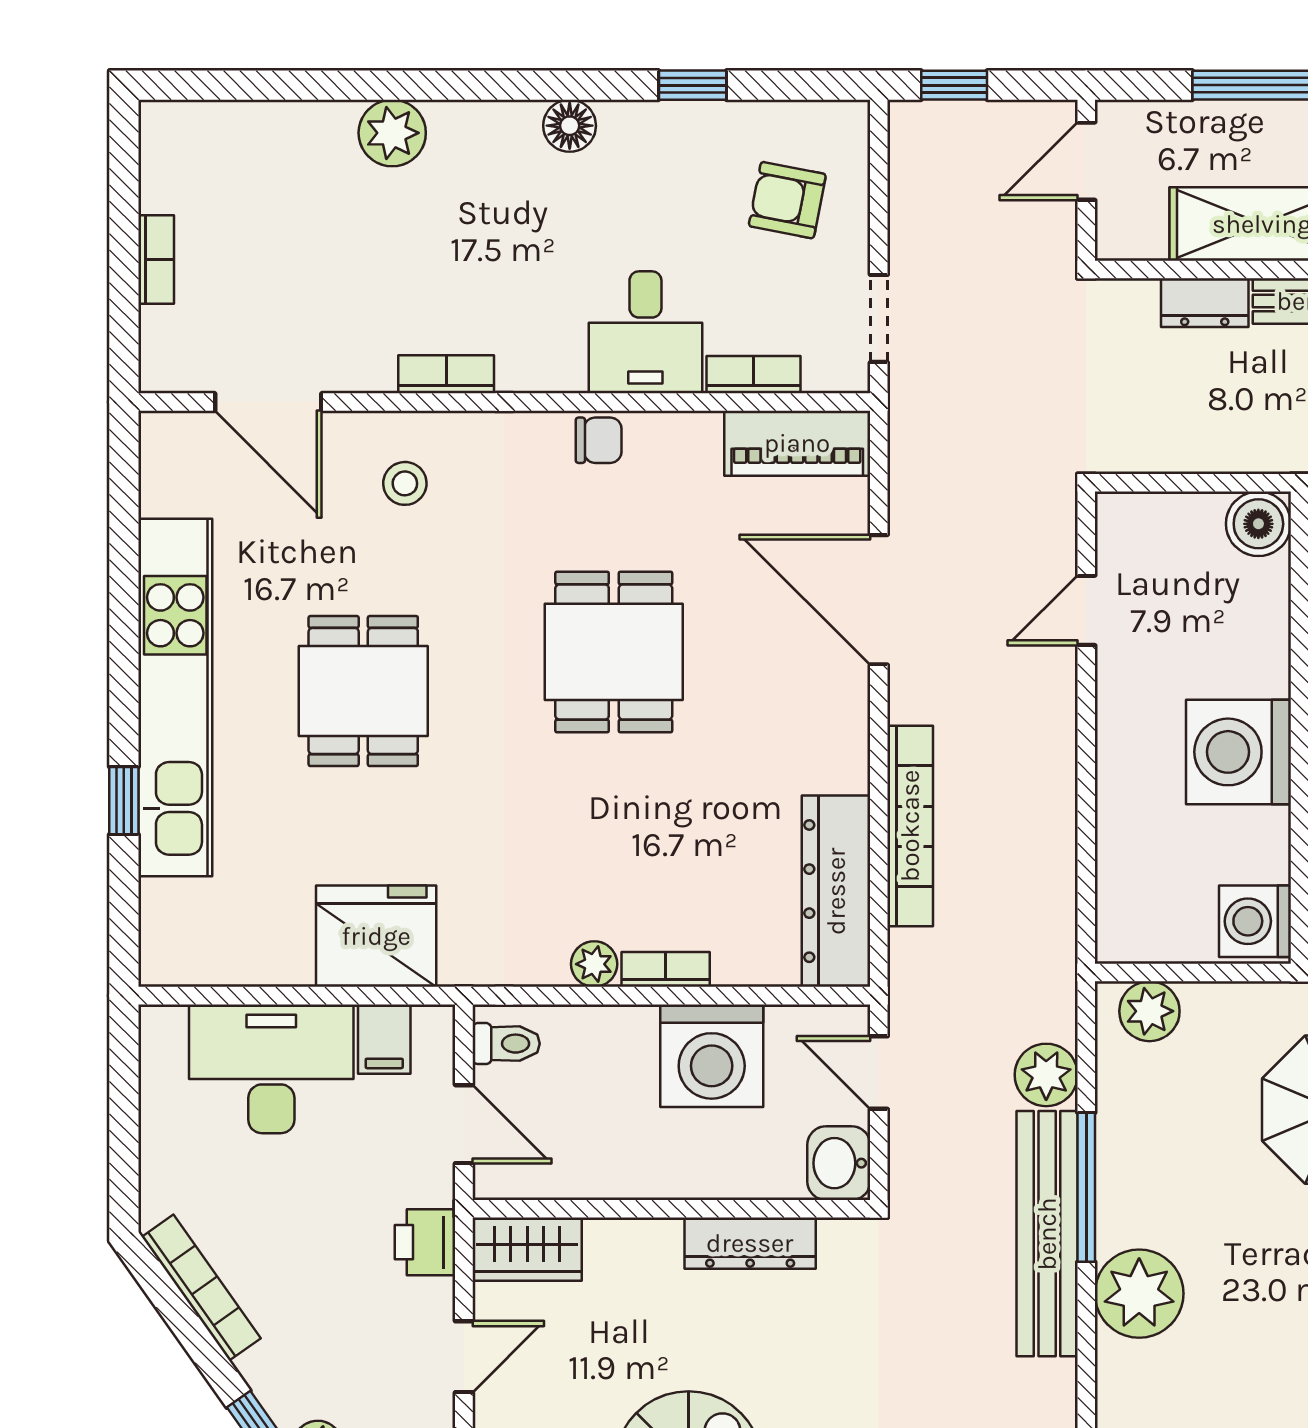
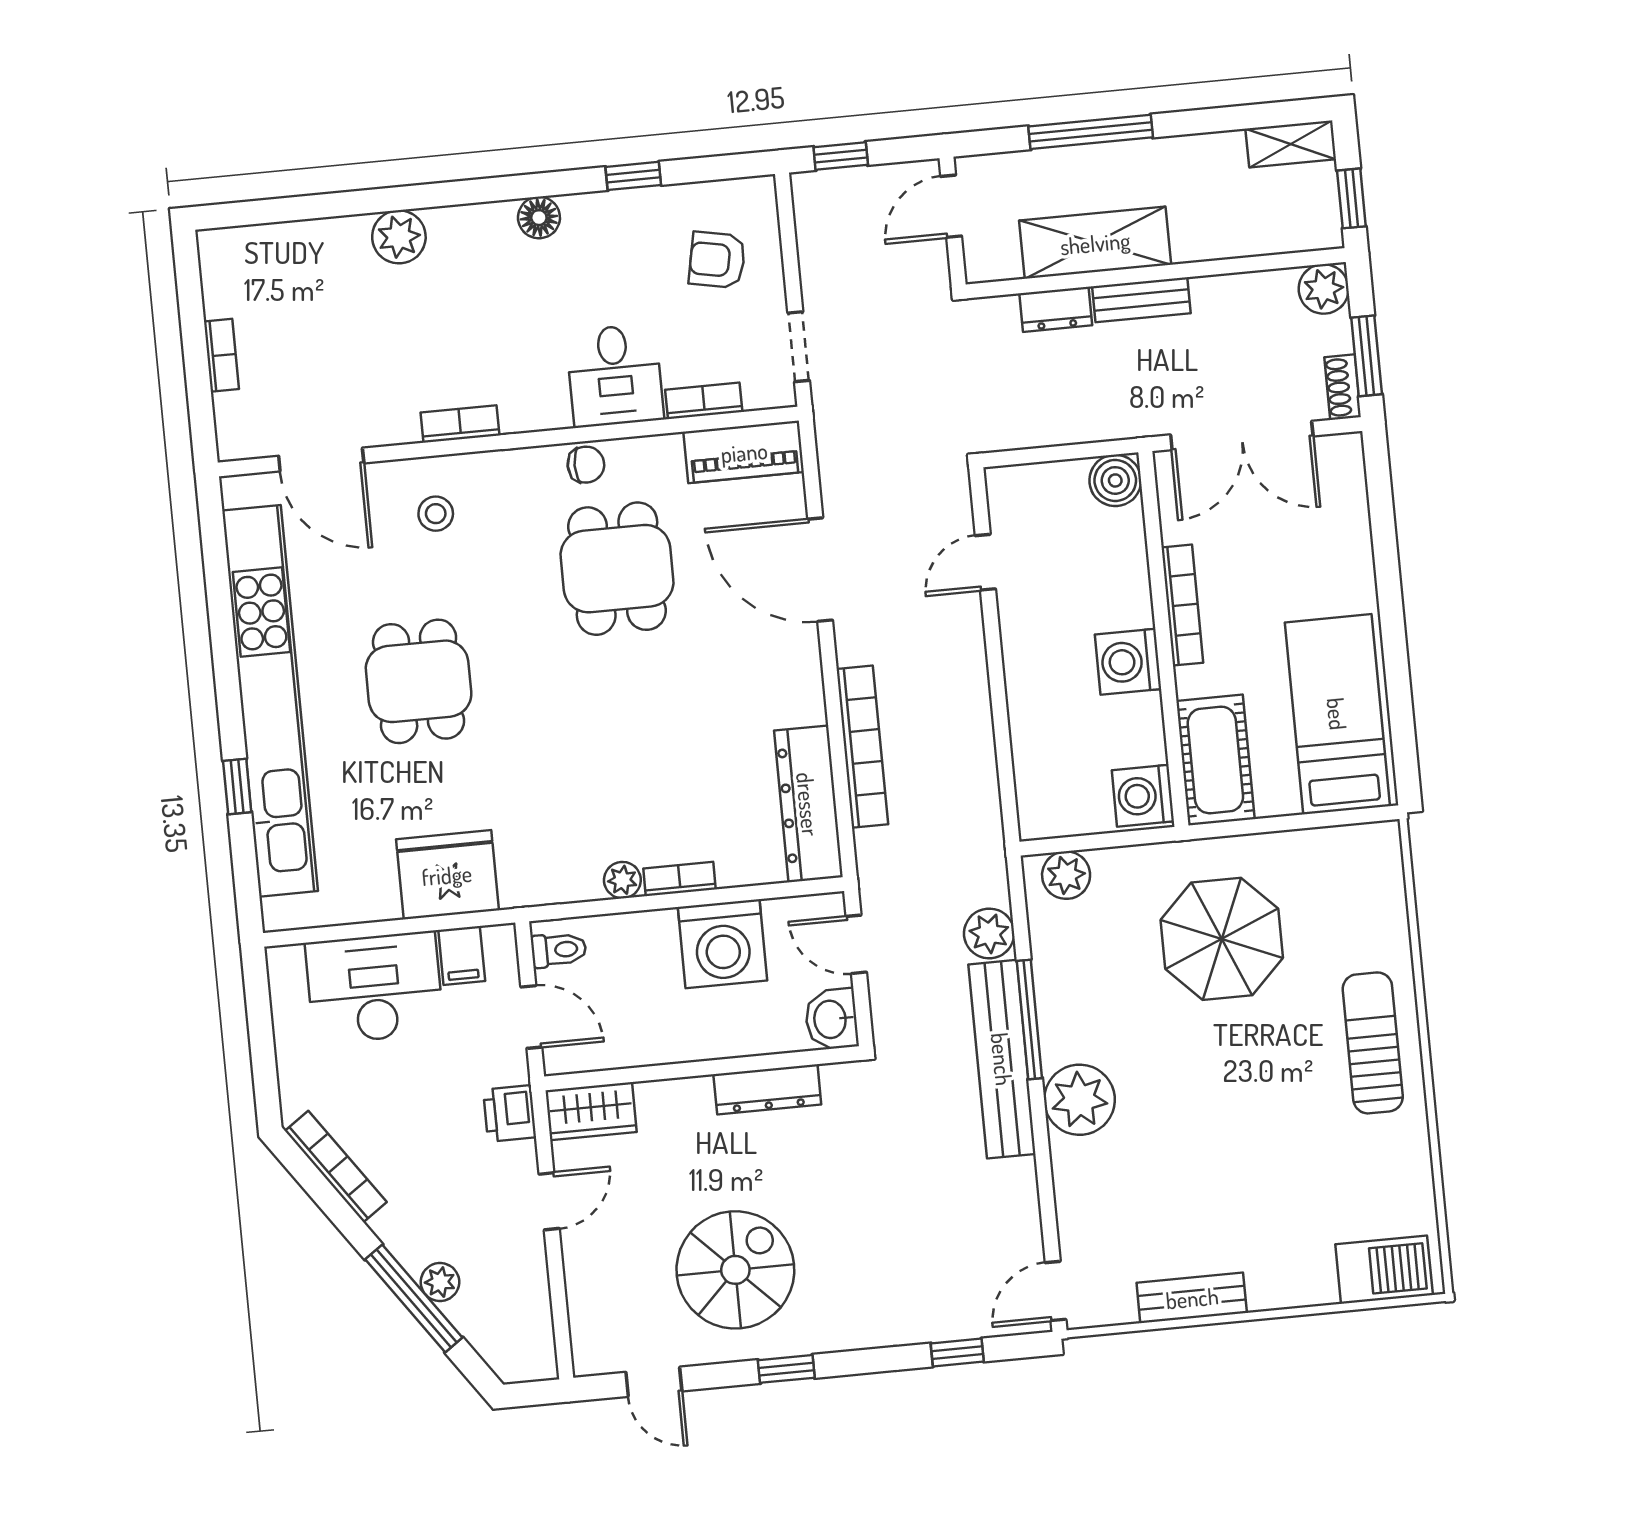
dining table: (614, 652) -> (617, 569), moved
kitchen unit: (175, 698) -> (270, 701), width x1.36
washing machine: (1238, 752) -> (1128, 662), width x0.73, depth x0.73

